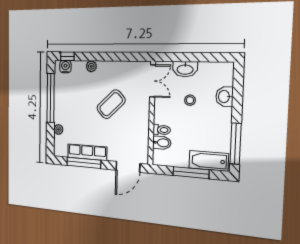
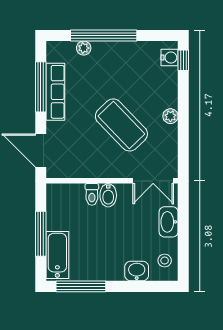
plant: (91, 66) -> (170, 116), moved
window: (51, 98) -> (104, 35), moved
stool: (190, 100) -> (165, 260), moved
coffee table: (111, 104) -> (121, 125), width x1.36, depth x1.32
bidet: (162, 143) -> (108, 195), moved

